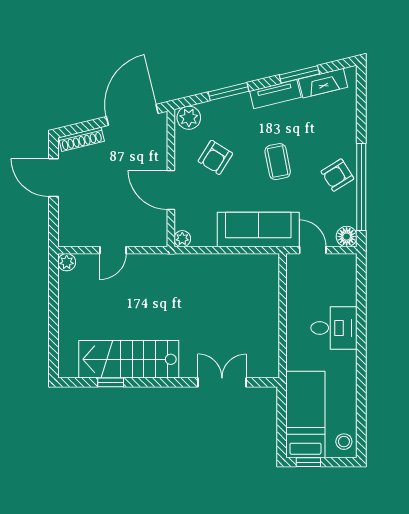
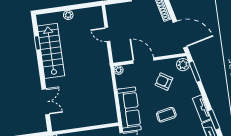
window: (228, 92) -> (195, 72), moved
door: (171, 190) -> (143, 60), hinge flipped
plant: (67, 262) -> (68, 15), moved

